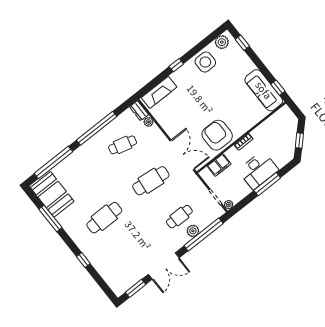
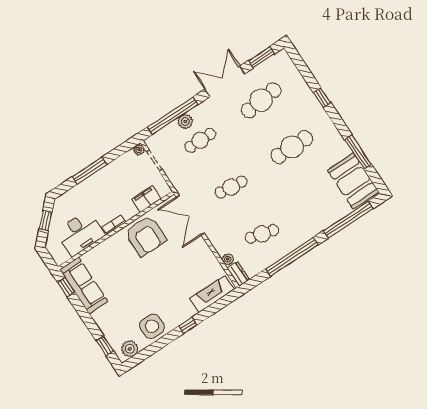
desk: (258, 170) -> (80, 233), moved, turned 180
cafe table: (151, 181) -> (231, 187), width x0.73, depth x0.74
cafe table: (133, 253) -> (261, 100), added

